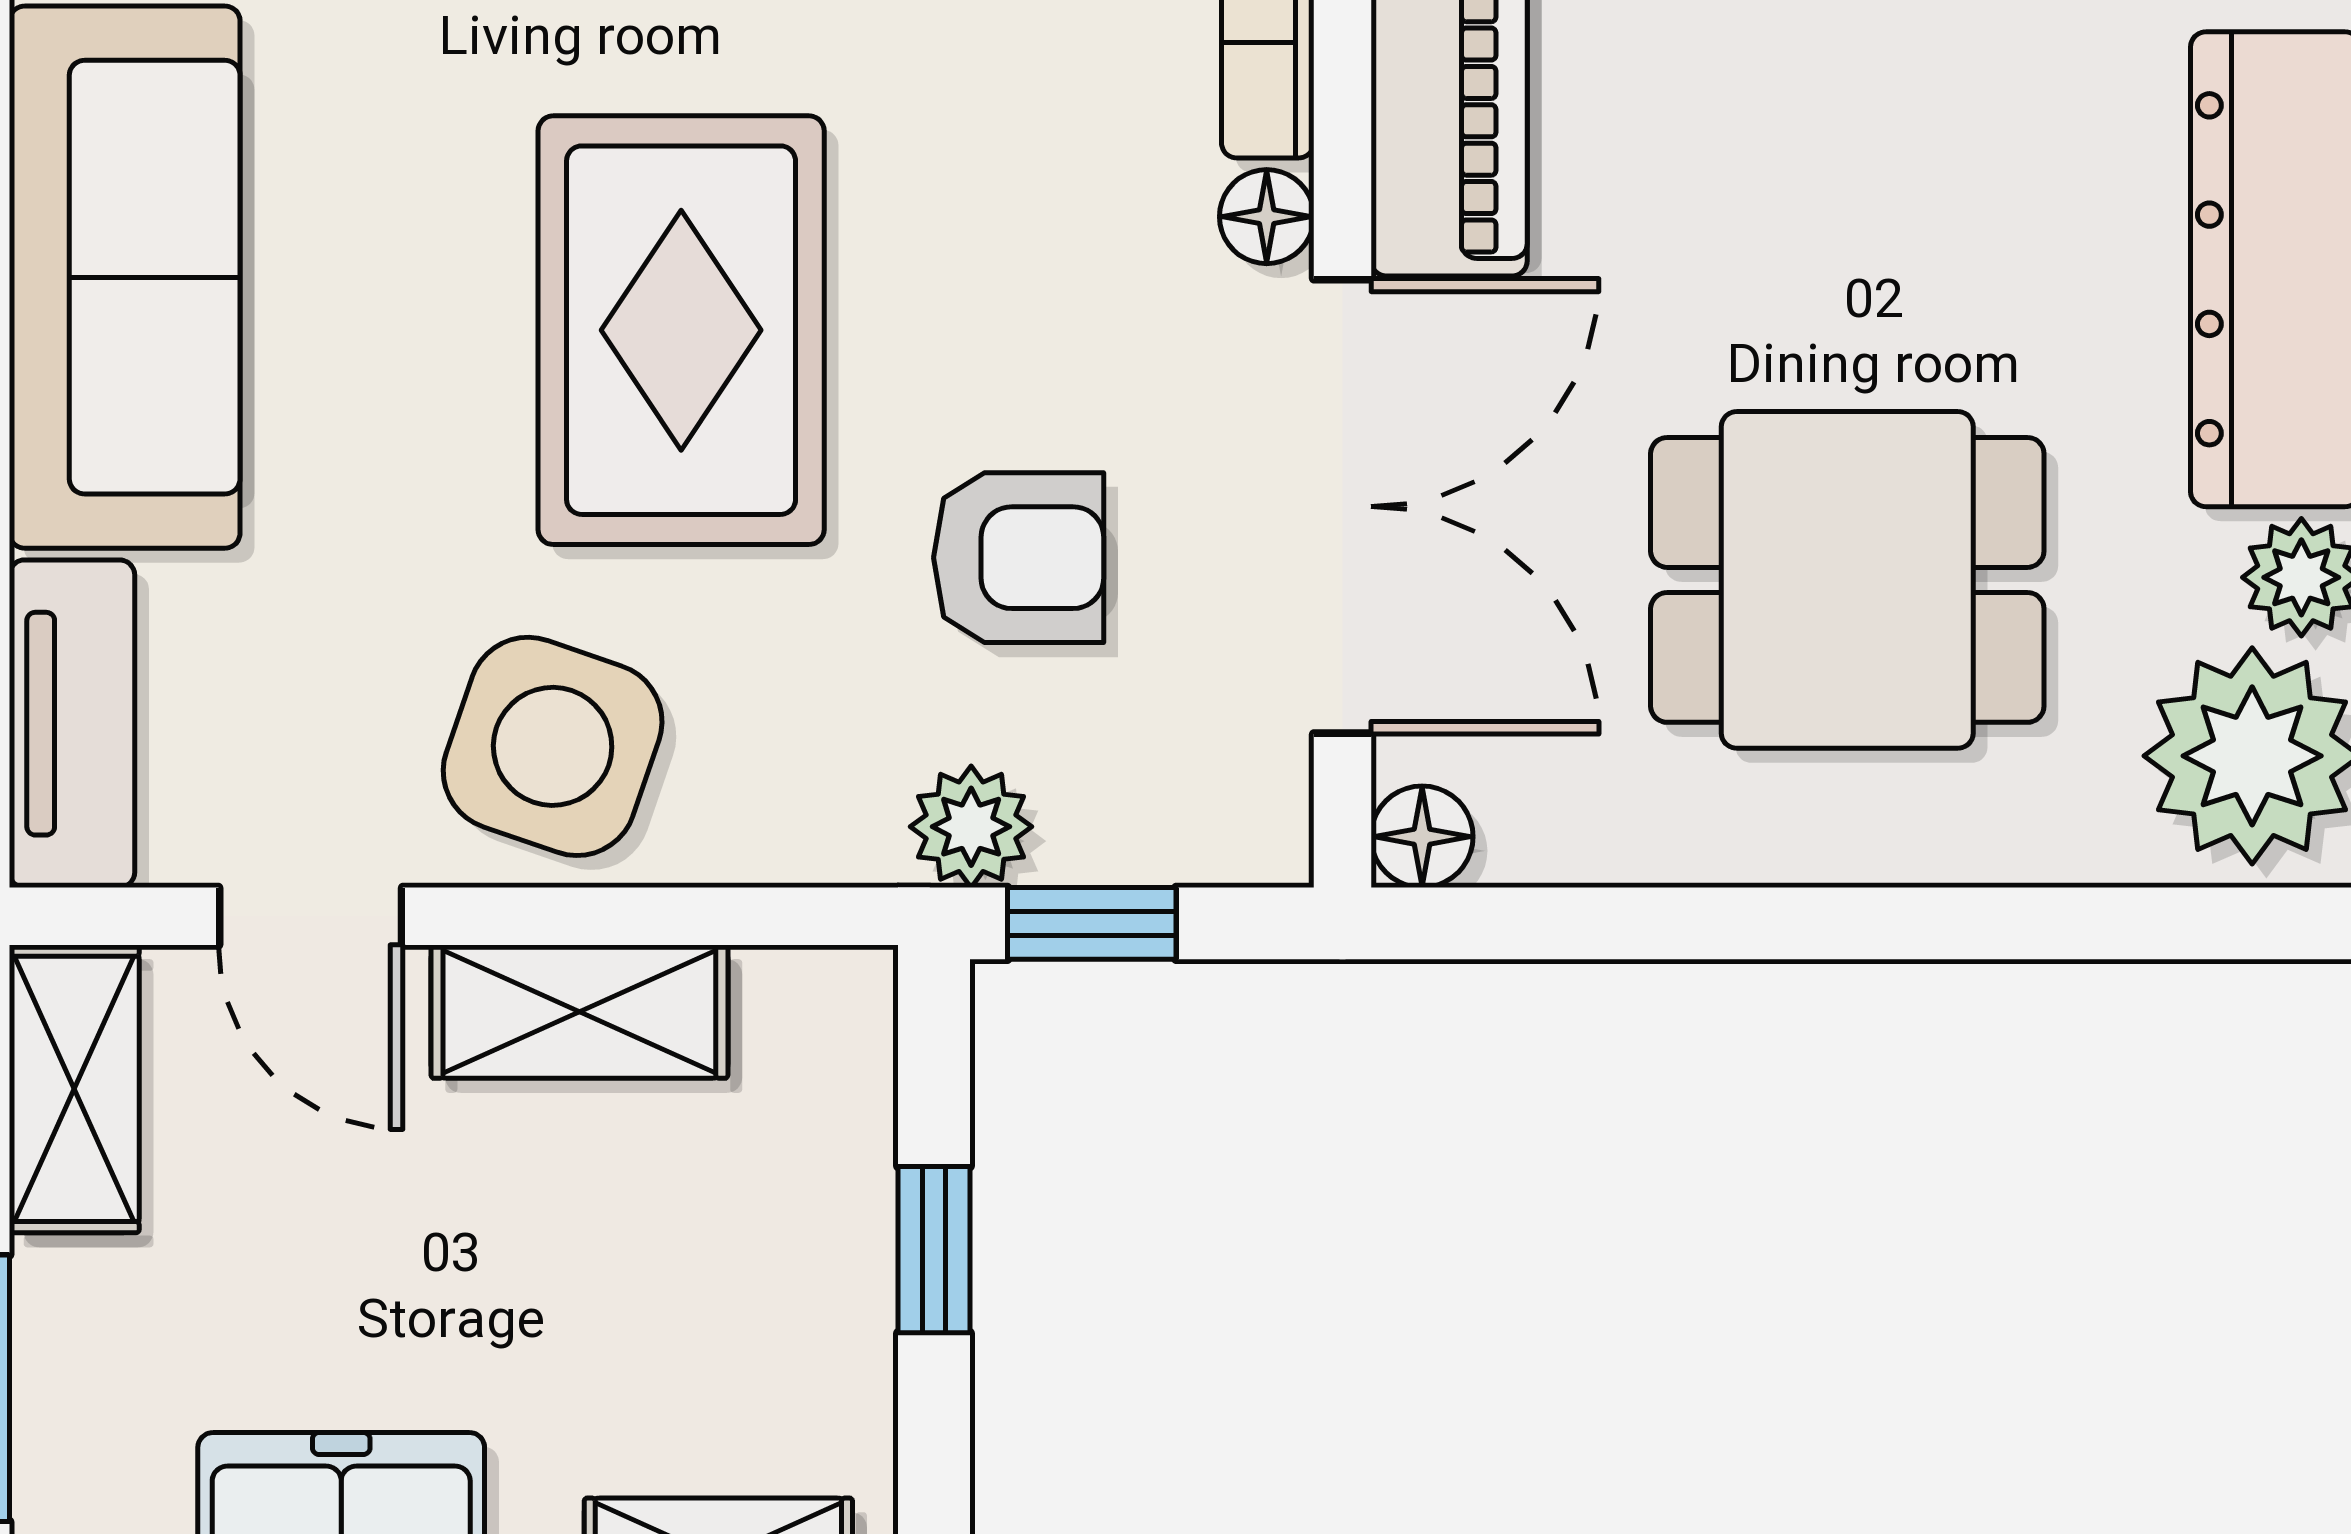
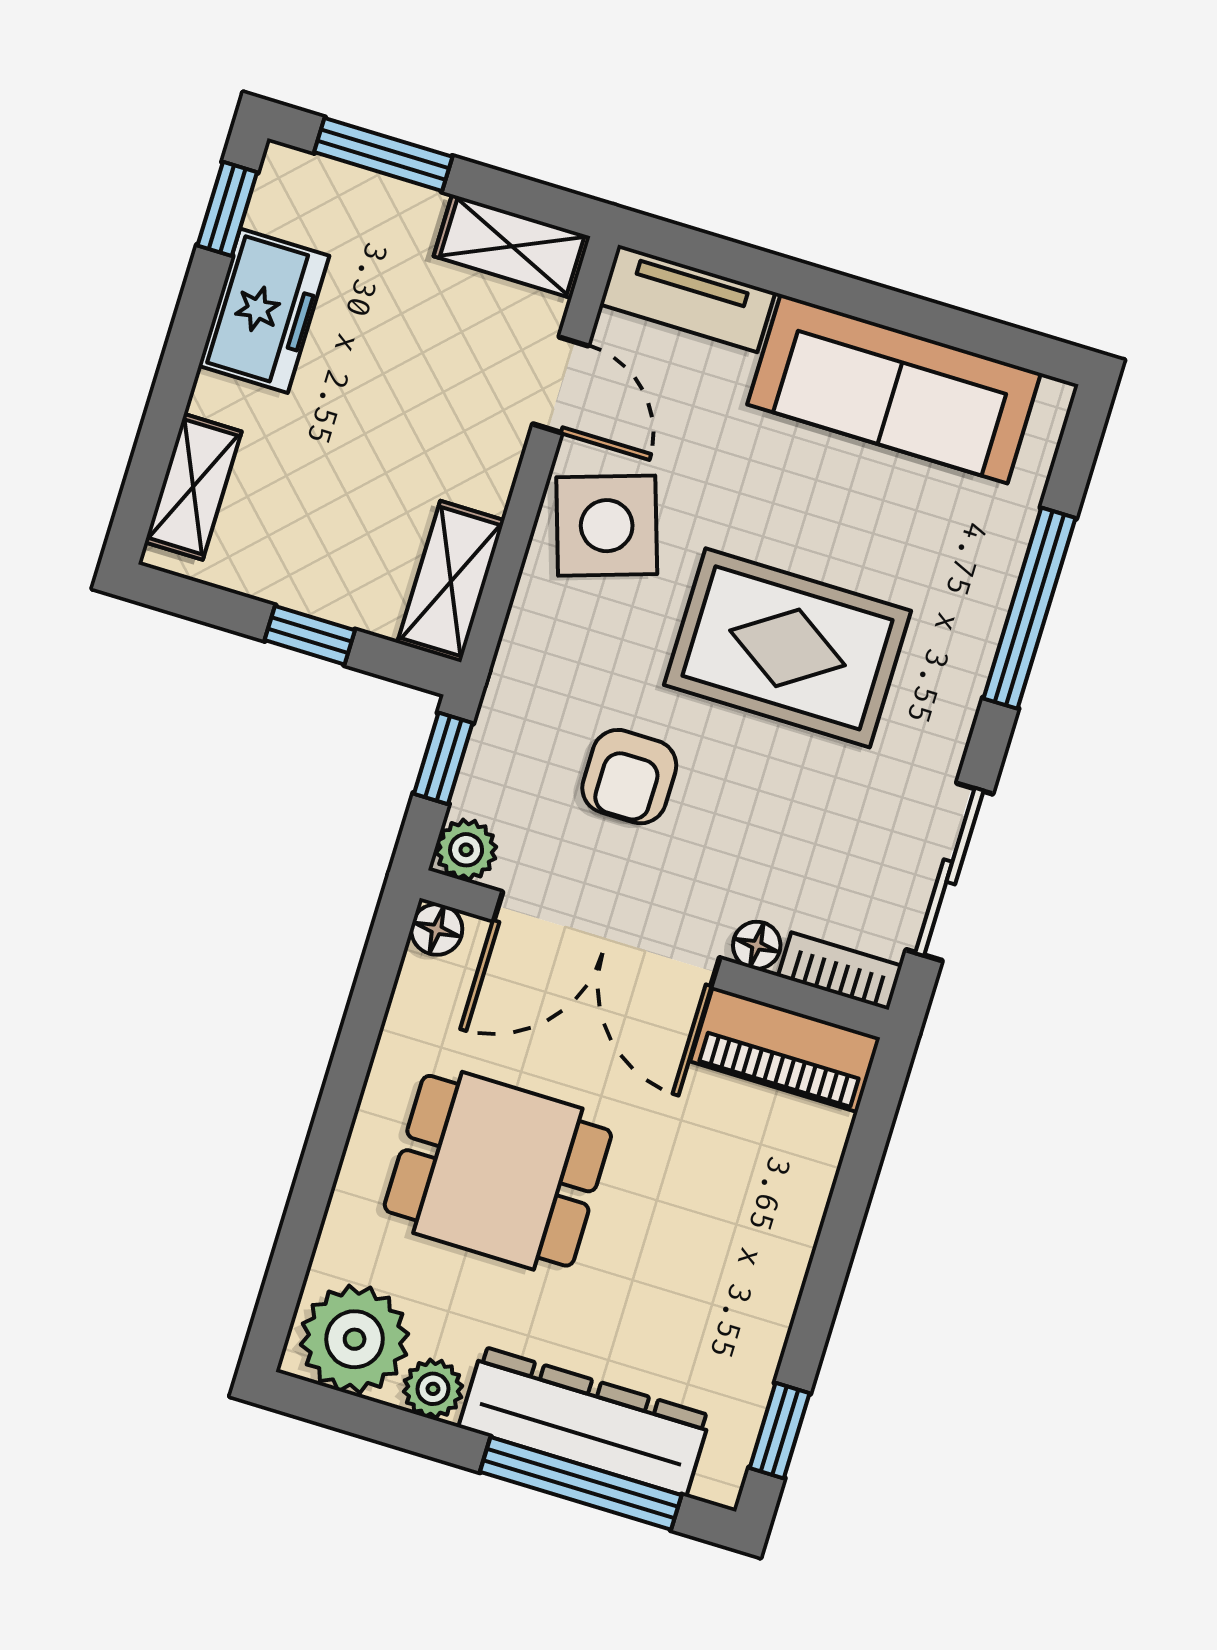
dining table: (1847, 580) -> (498, 1171), turned 90
side table: (553, 746) -> (607, 526), turned -37
plant: (971, 827) -> (466, 850), moved
door: (311, 916) -> (560, 385), swing flipped
shelving: (579, 1012) -> (451, 582), moved

